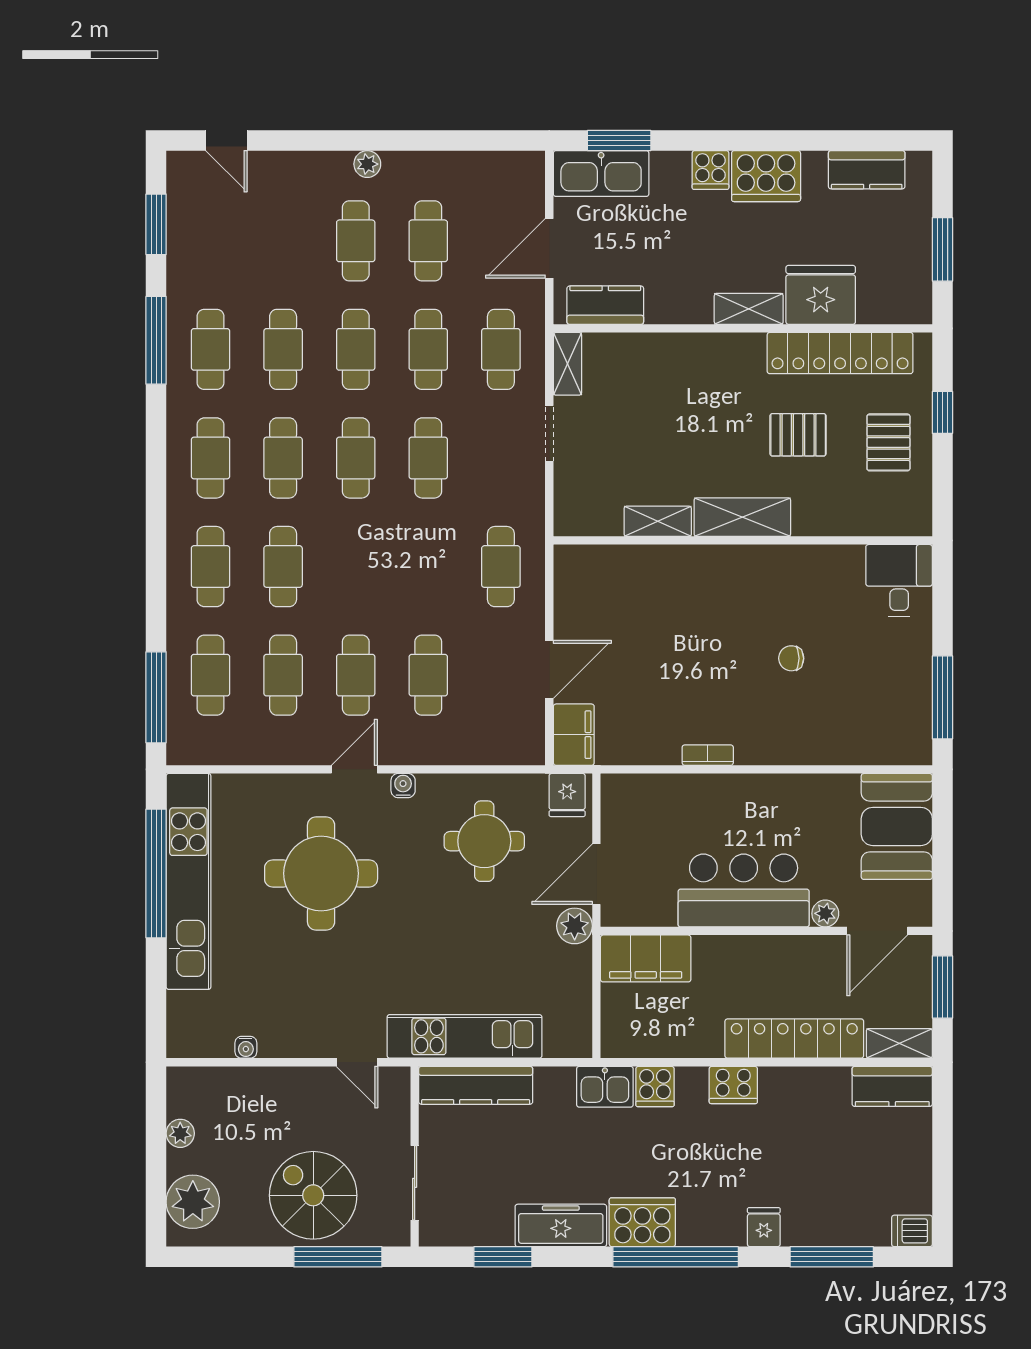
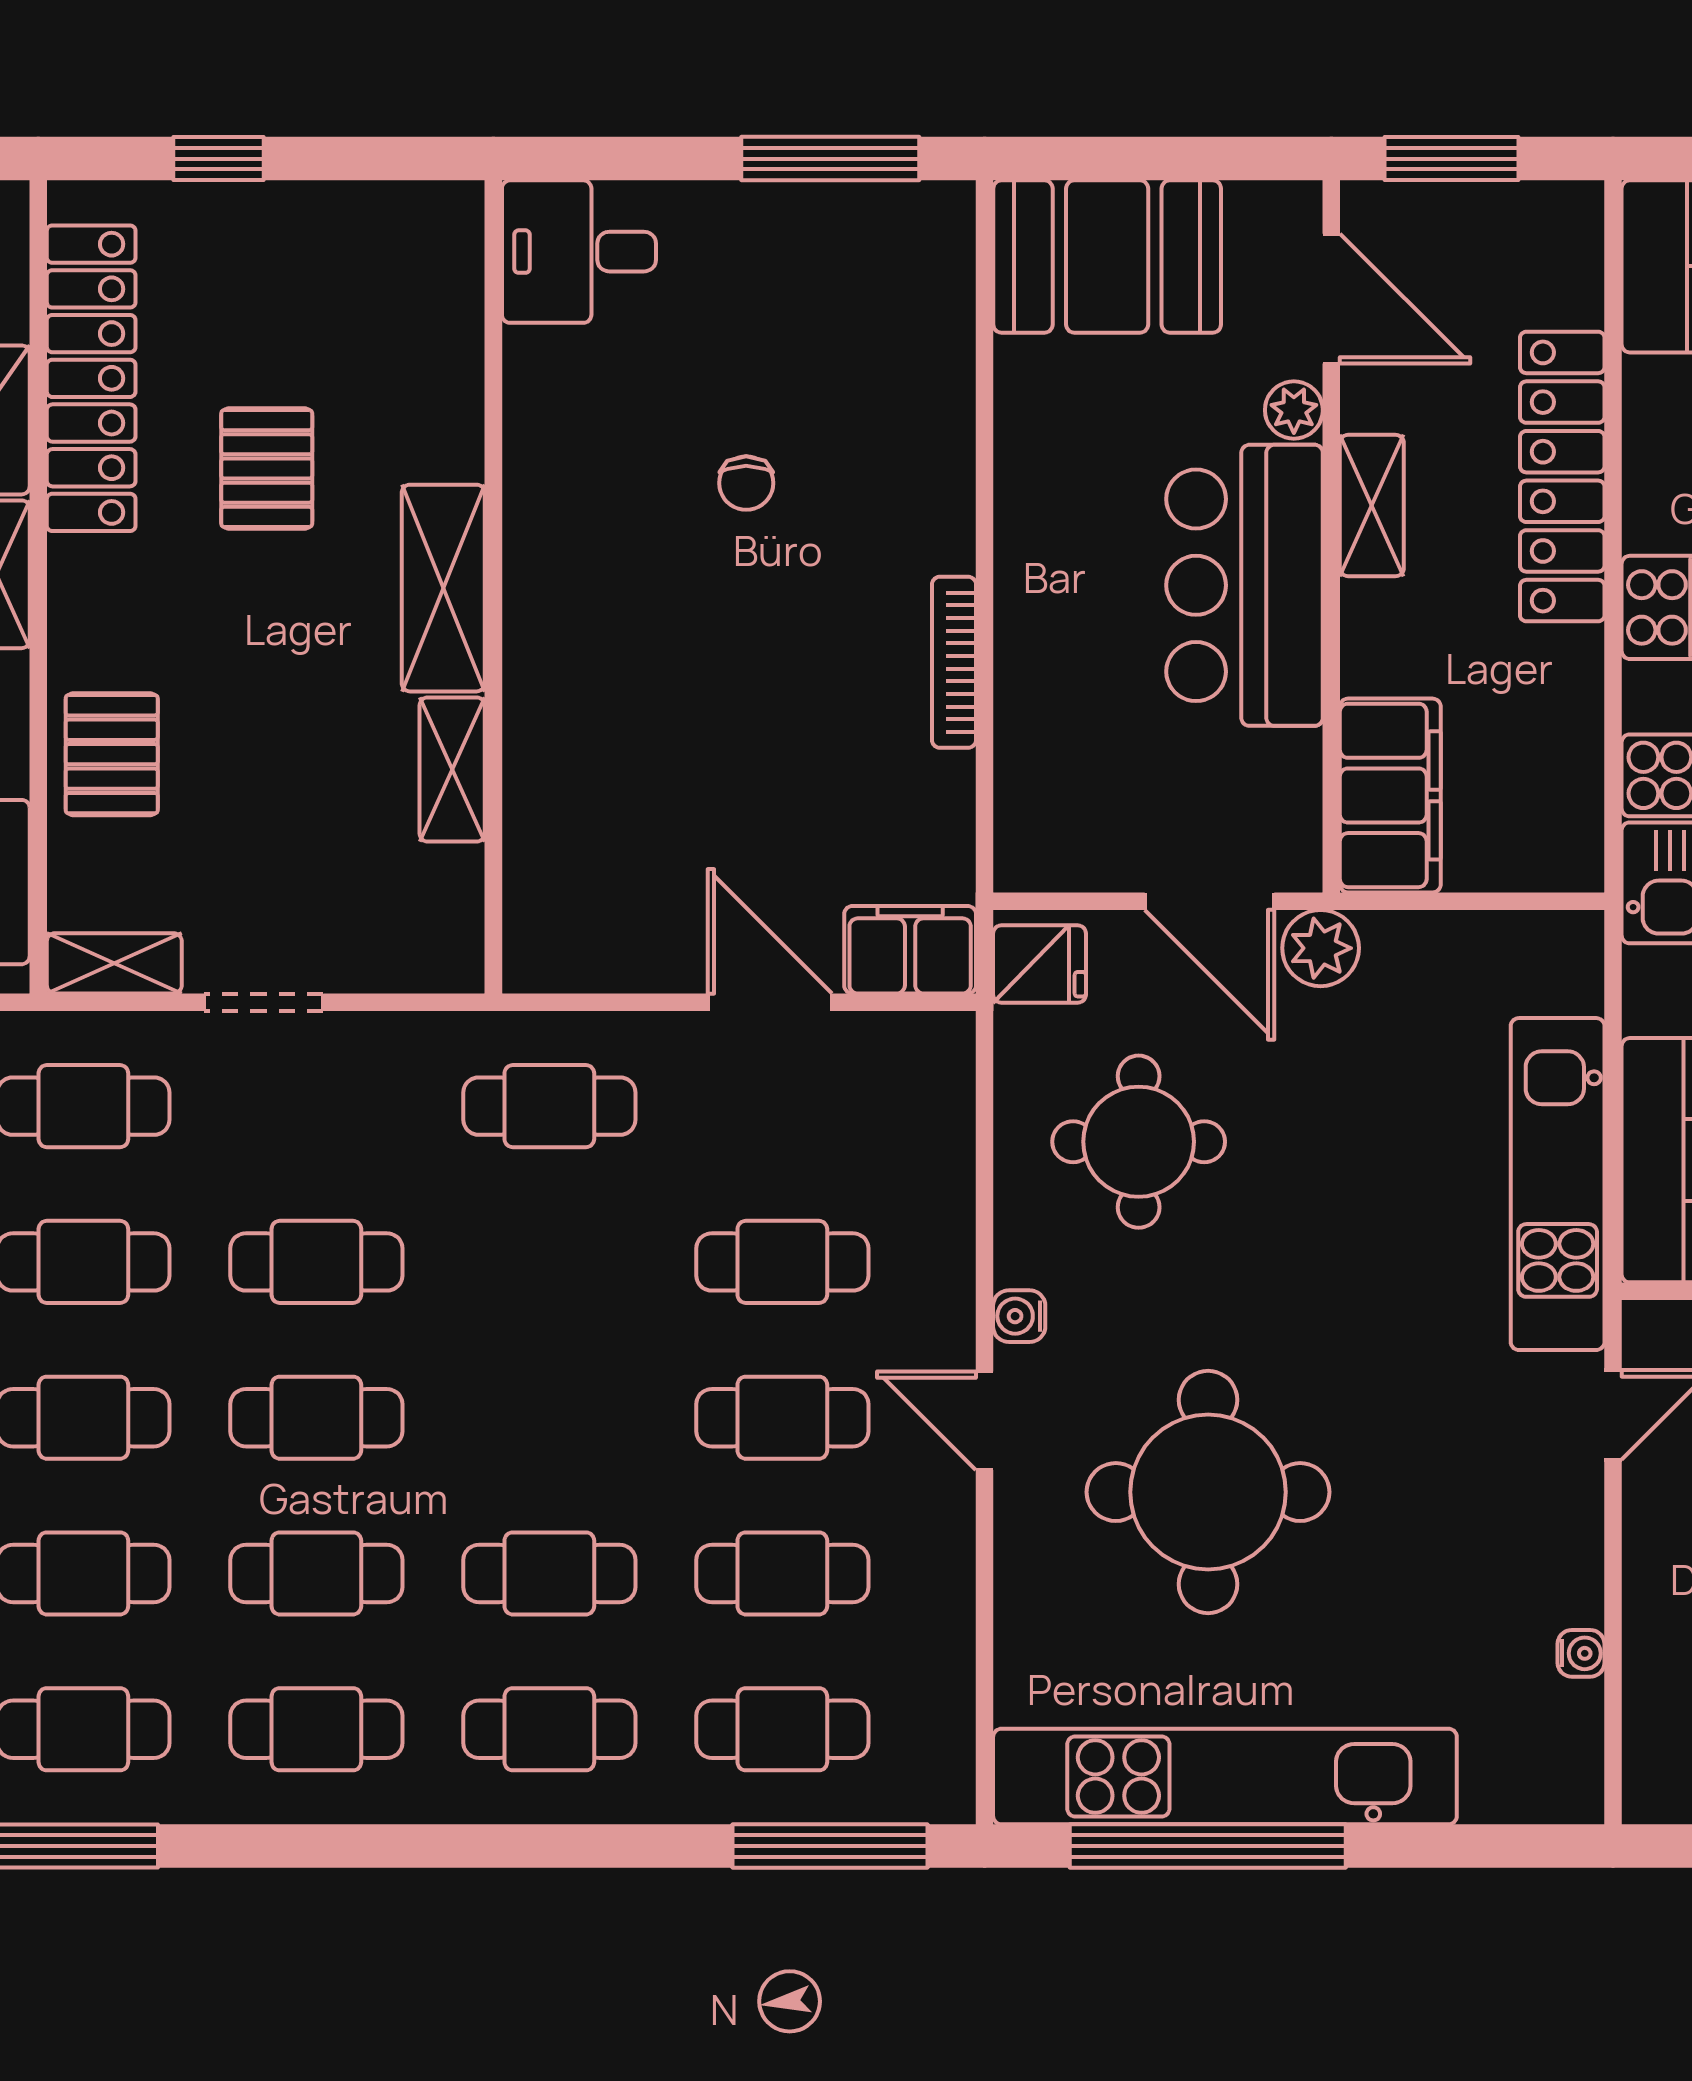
pallet: (888, 442) -> (112, 754), moved, turned 90
bookcase: (708, 755) -> (954, 662), width x1.56
shelving: (899, 1043) -> (1372, 506), moved

